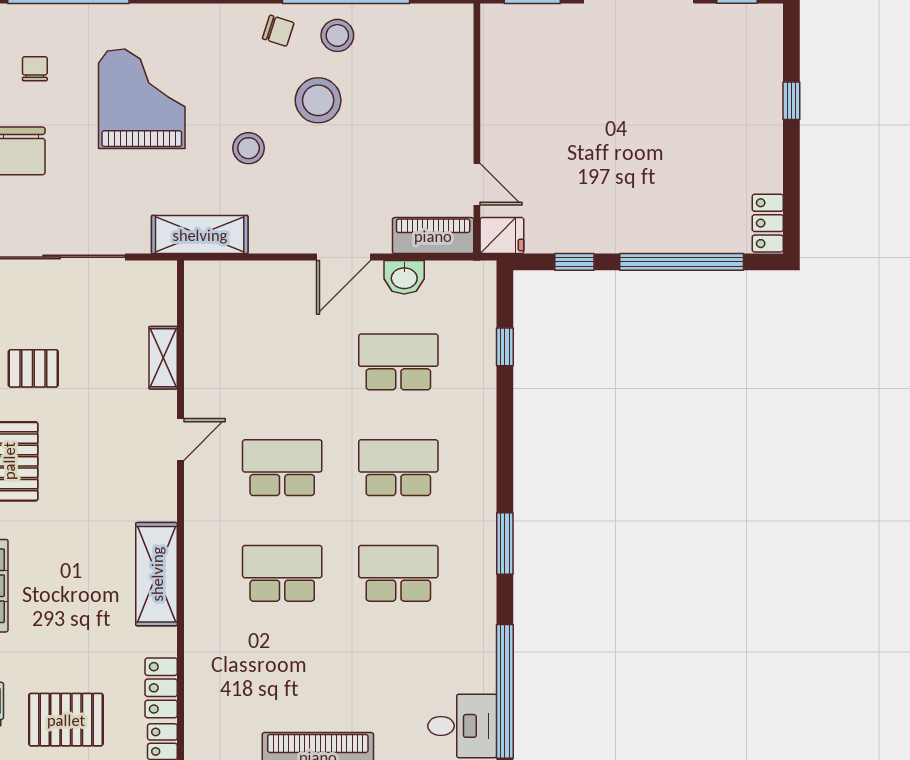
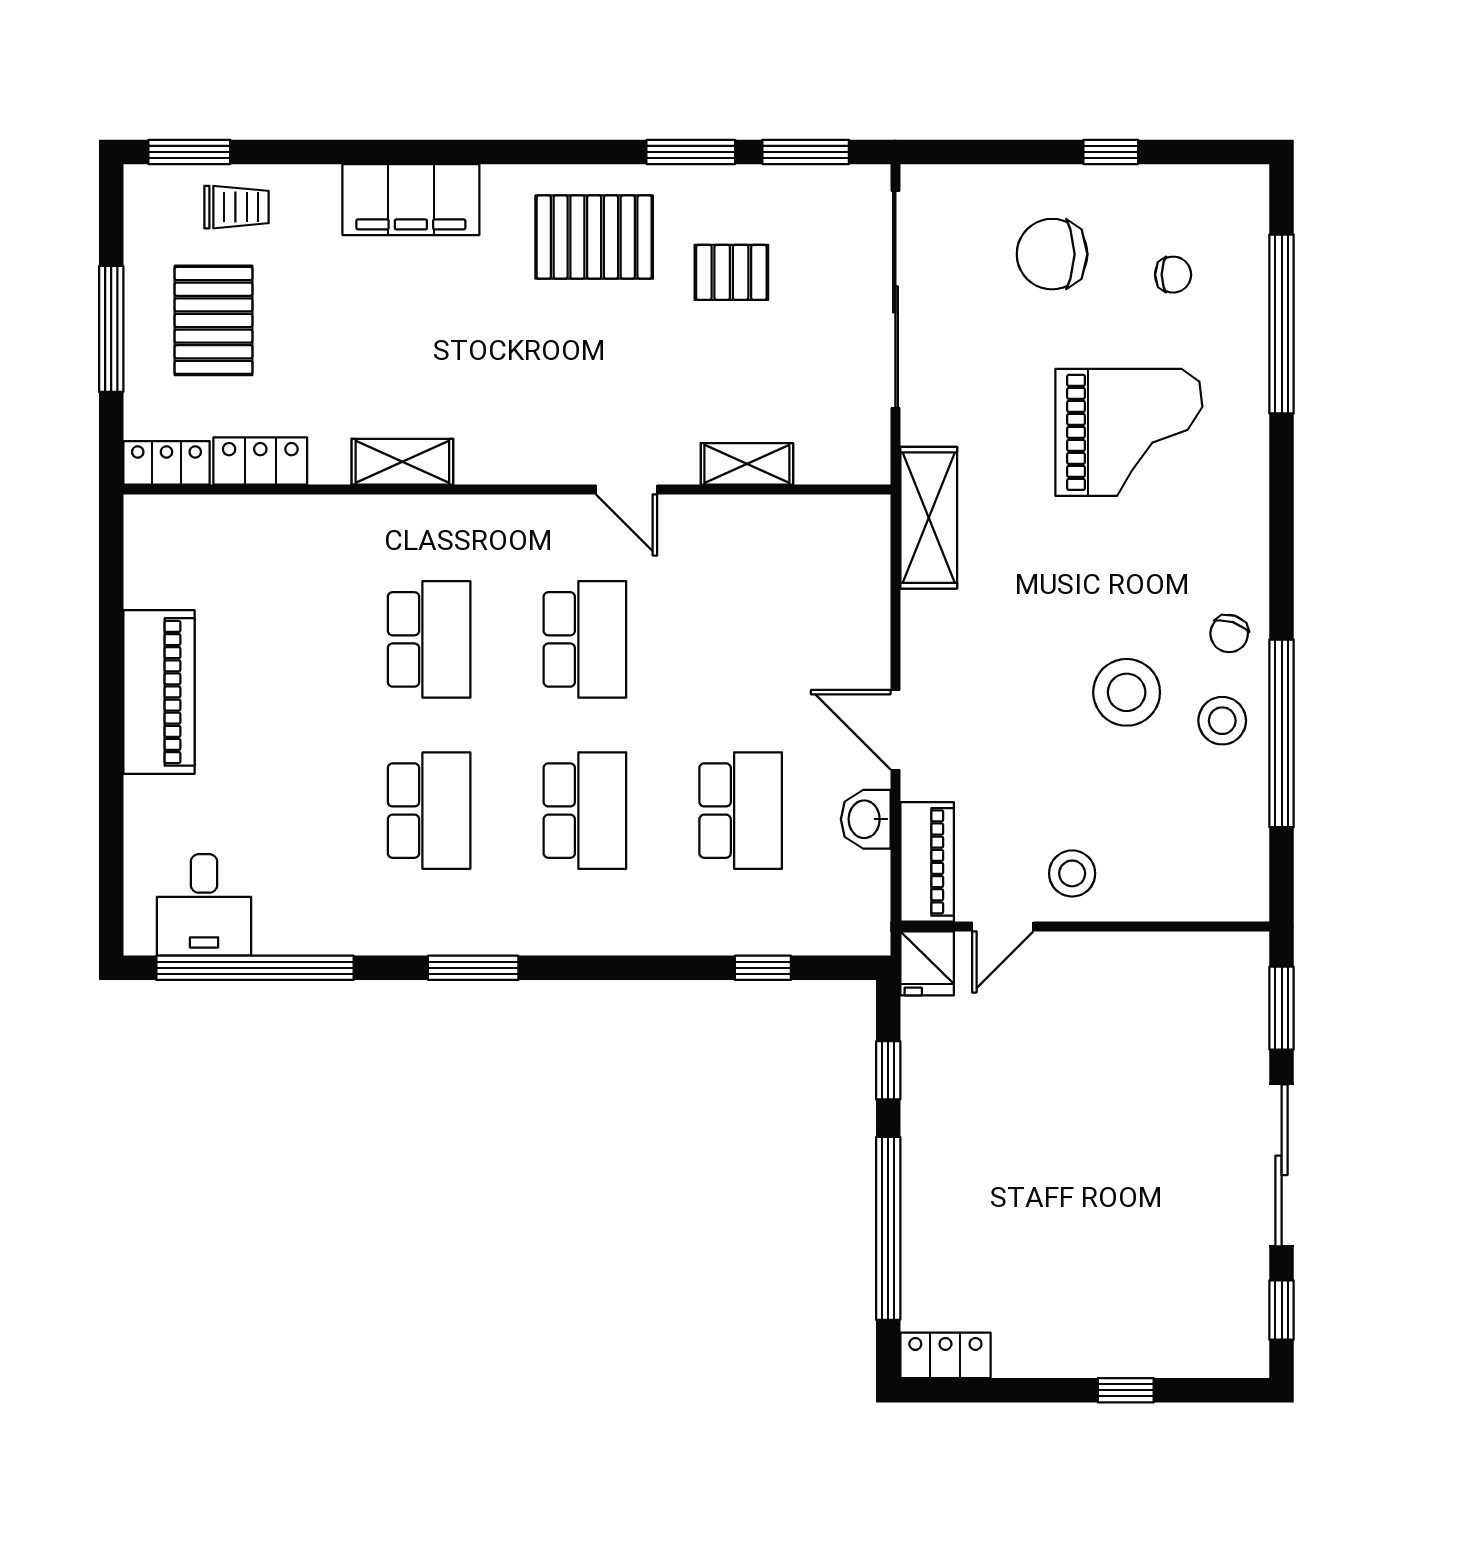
stool: (249, 148) -> (1072, 873), moved
pallet: (33, 368) -> (731, 272), turned 90
shelving: (157, 574) -> (402, 462), width x0.67, depth x0.75

